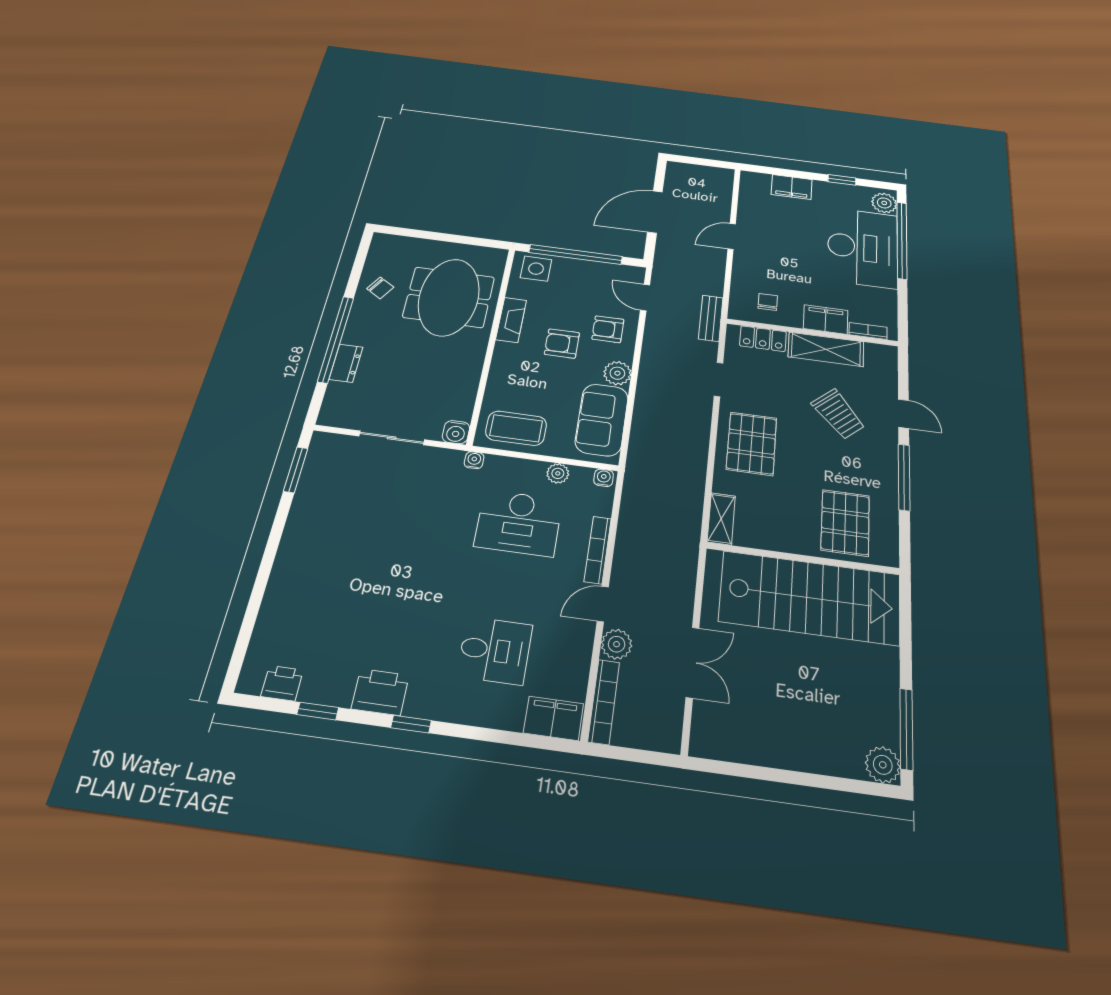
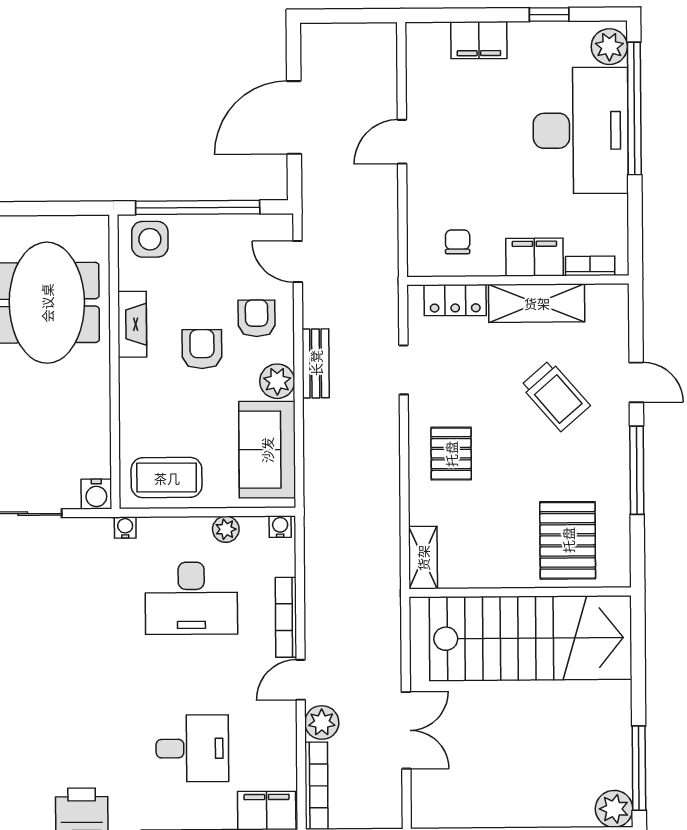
bench: (711, 318) -> (316, 363), moved
armchair: (608, 329) -> (257, 318), turned 90
armchair: (562, 344) -> (202, 349), turned 90
pallet: (752, 444) -> (451, 454), width x0.67, depth x0.71

